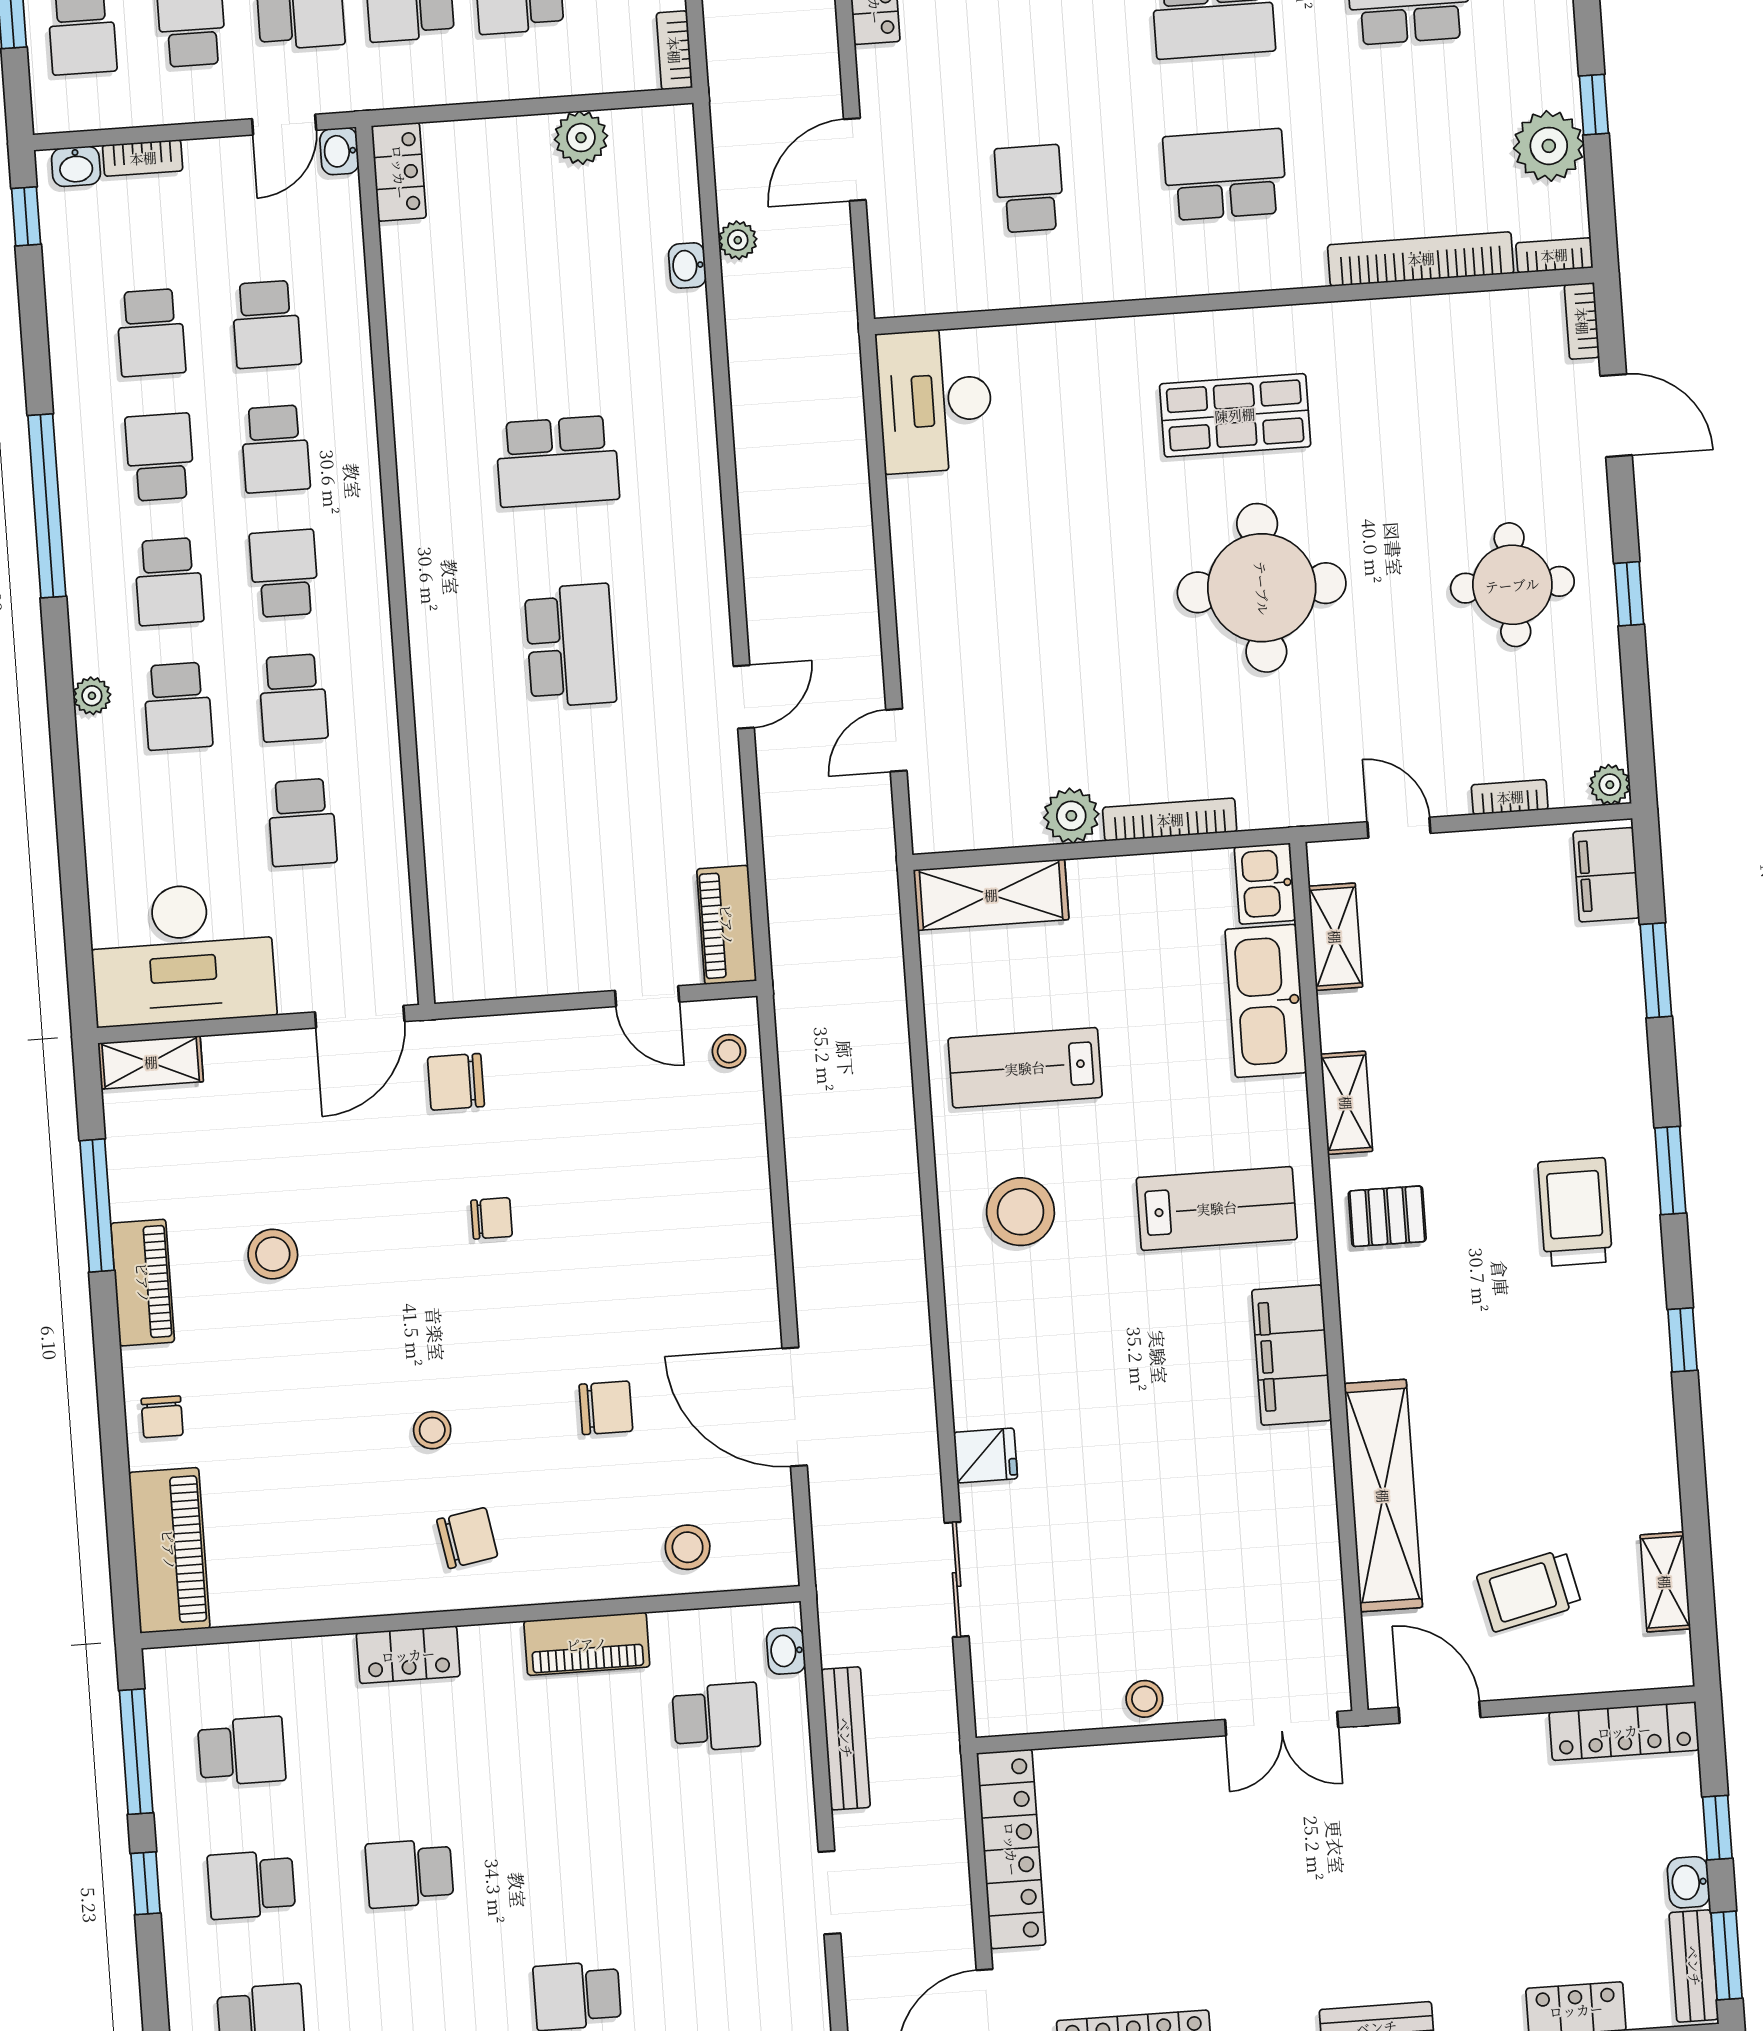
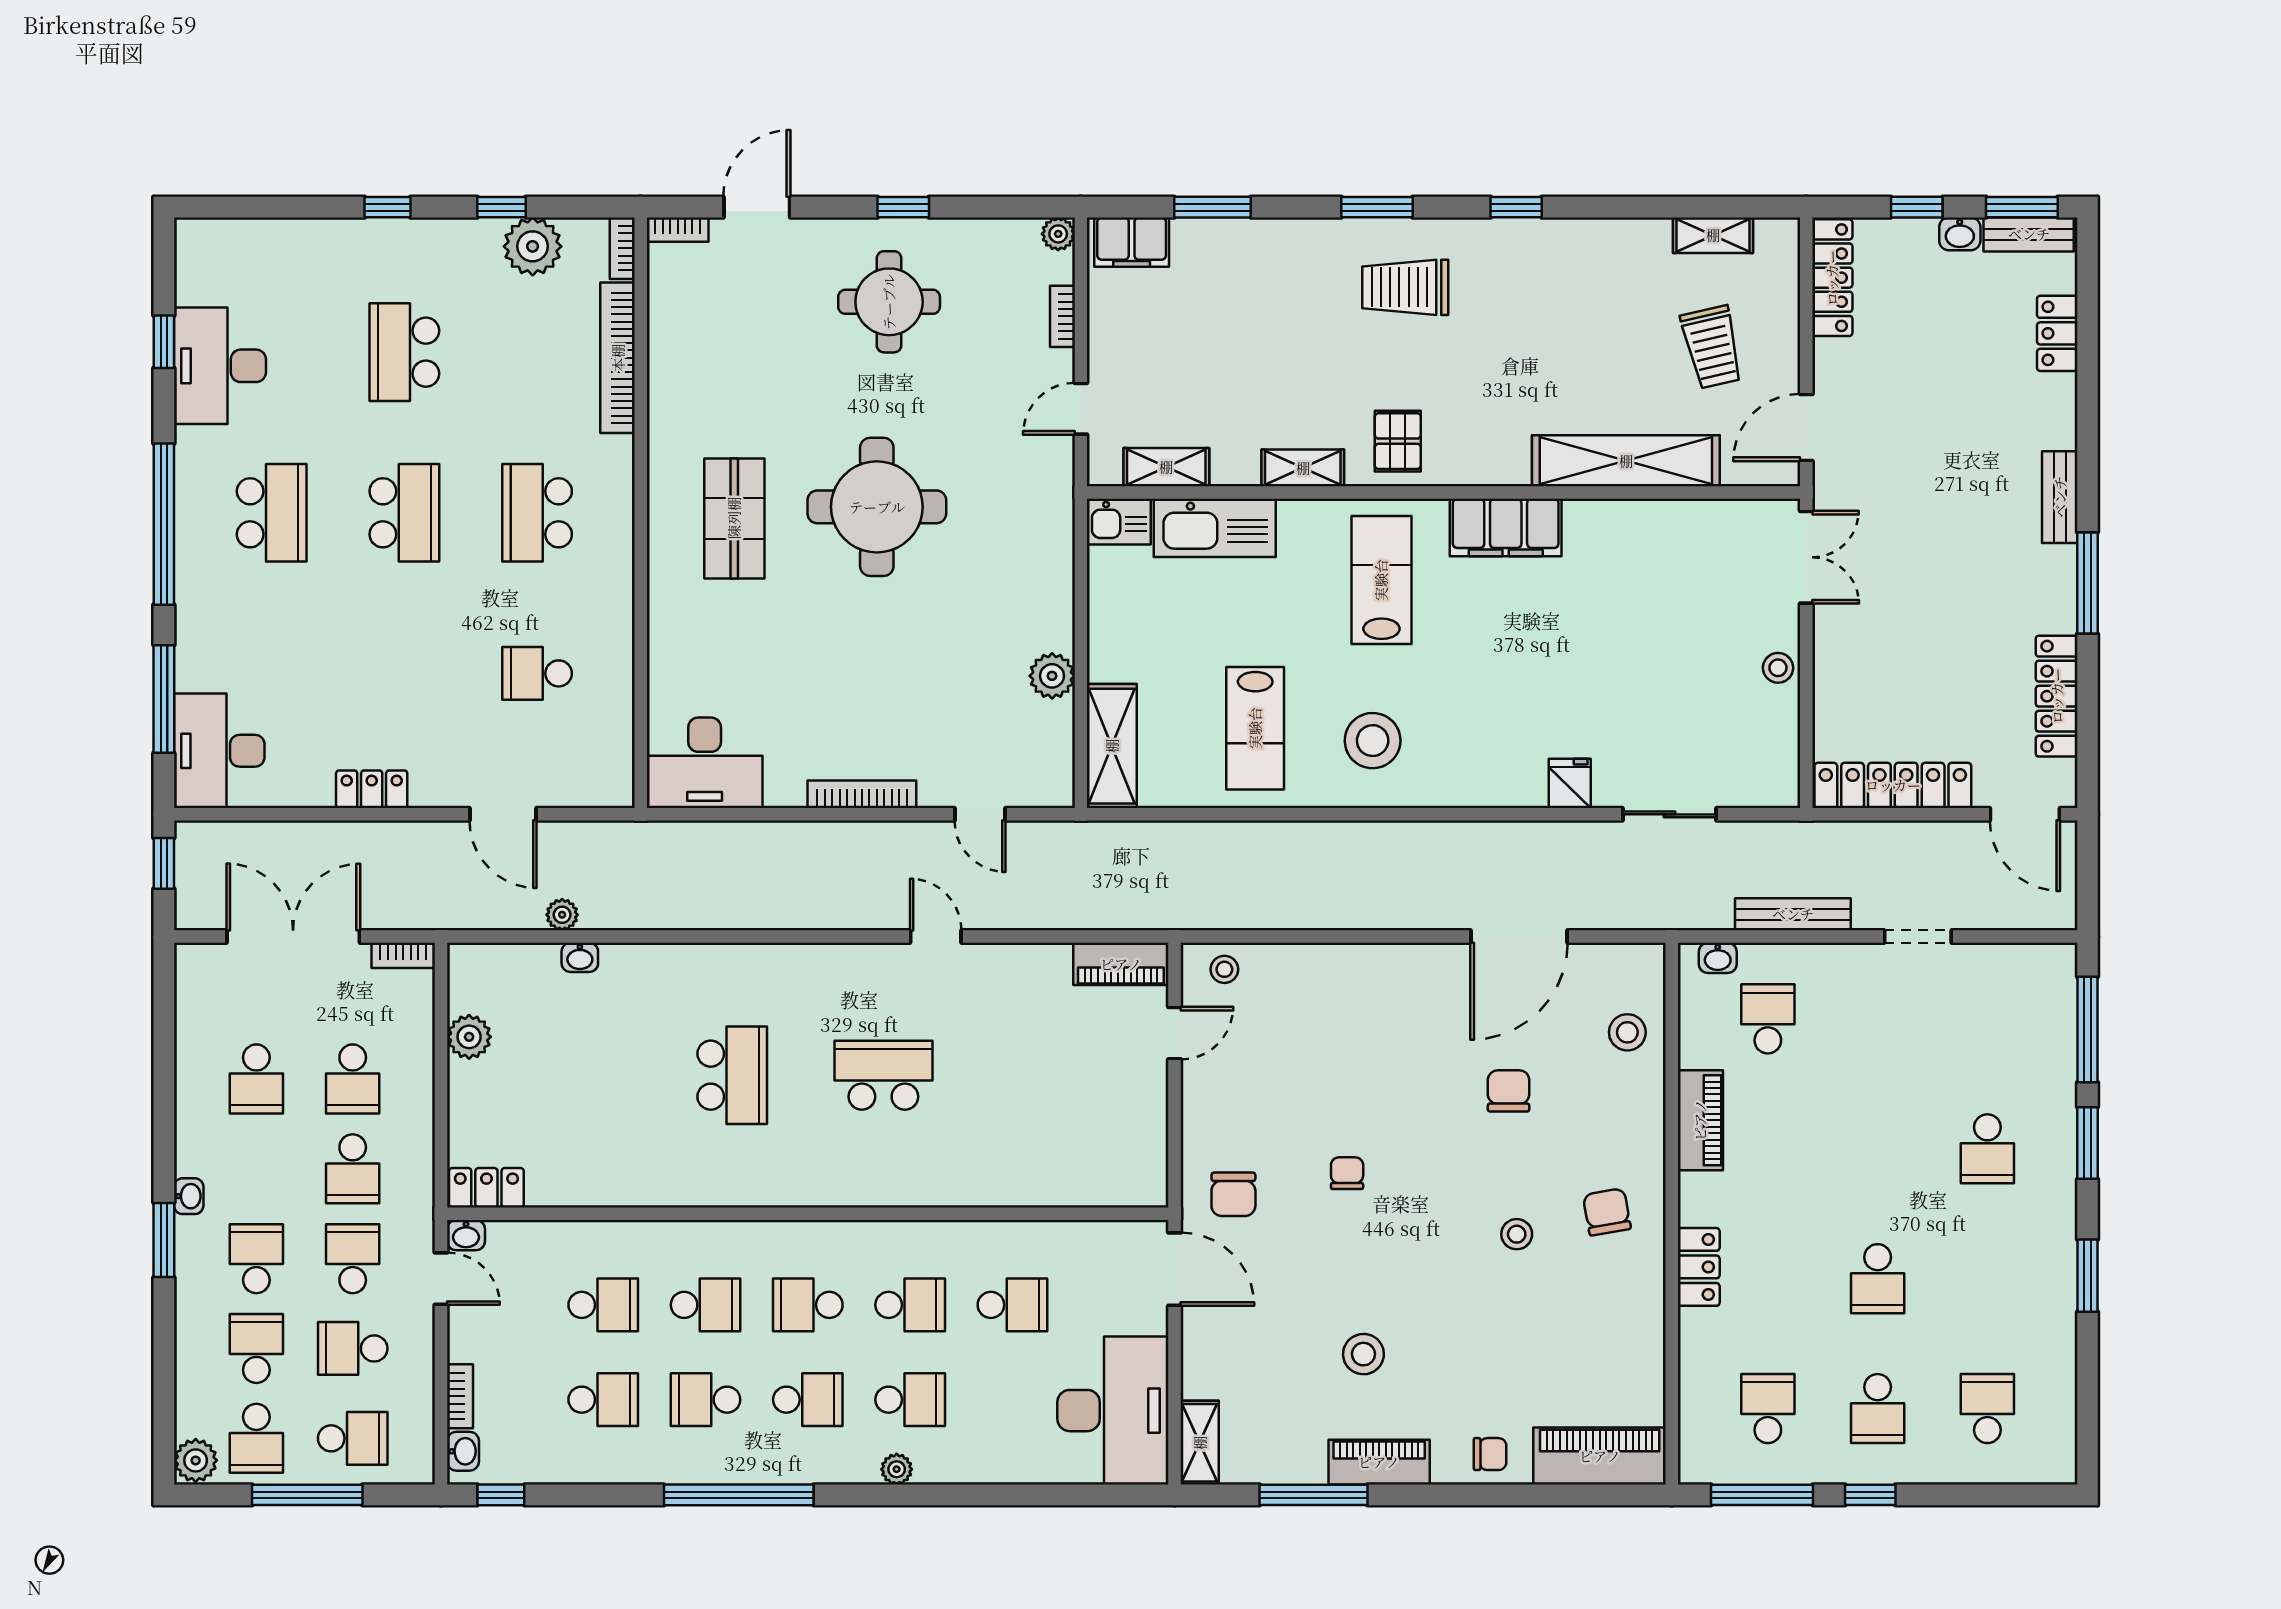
bookcase: (1170, 820) -> (862, 794), moved, turned 90

